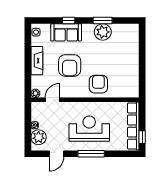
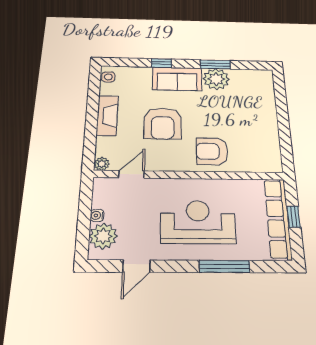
sofa: (66, 32) -> (177, 79), moved
armchair: (98, 84) -> (212, 151), turned -90
window: (142, 137) -> (294, 217), moved
window: (91, 154) -> (225, 266), moved

